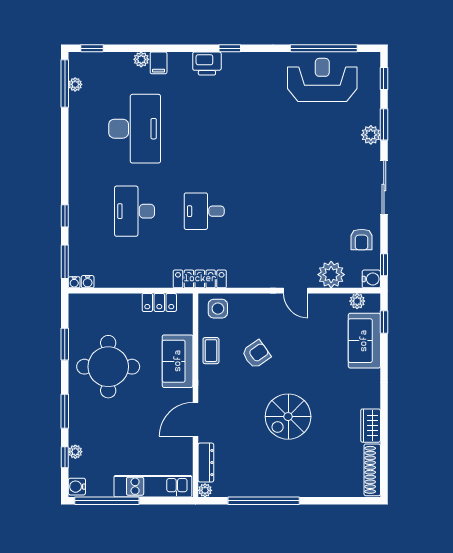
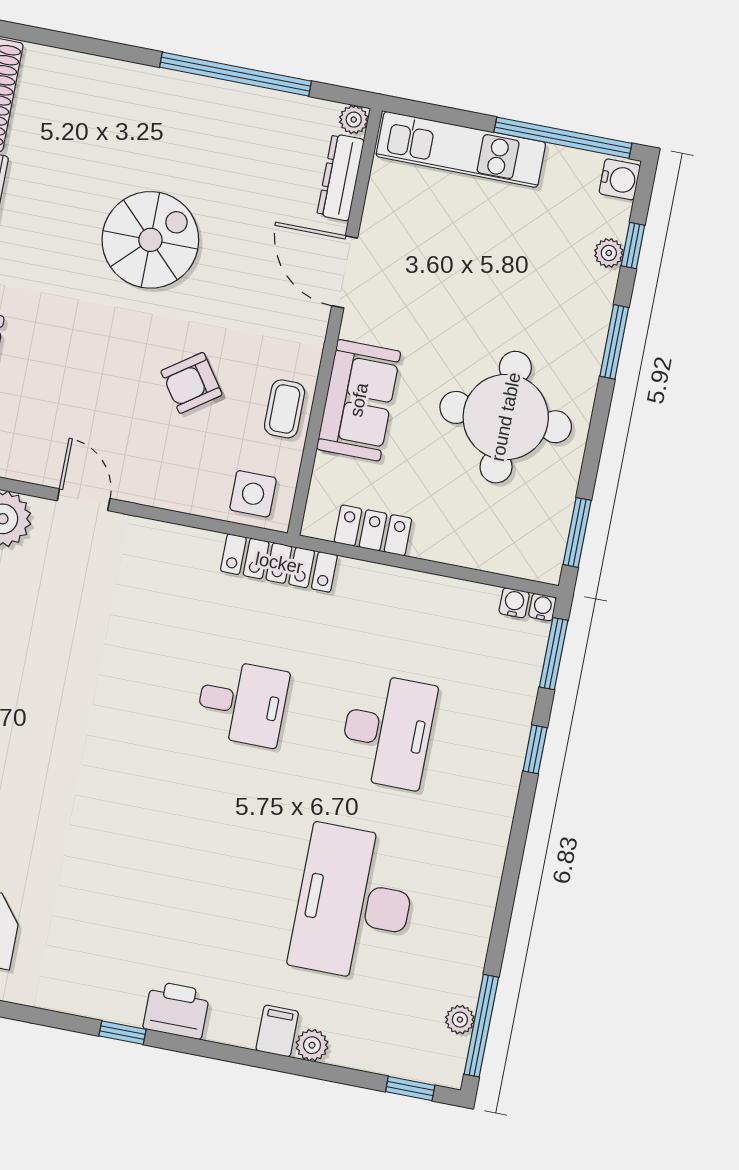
window: (65, 344) -> (577, 532), moved
door: (196, 419) -> (345, 272), swing flipped

